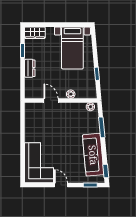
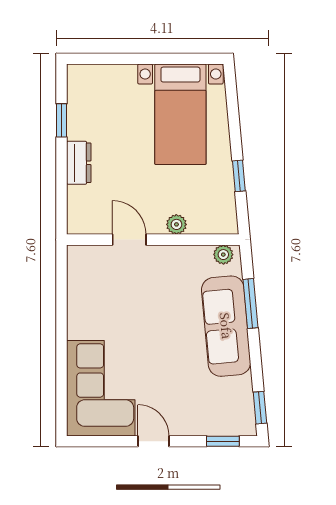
wardrobe: (35, 33) -> (91, 78), removed
sofa: (93, 155) -> (226, 326), moved

